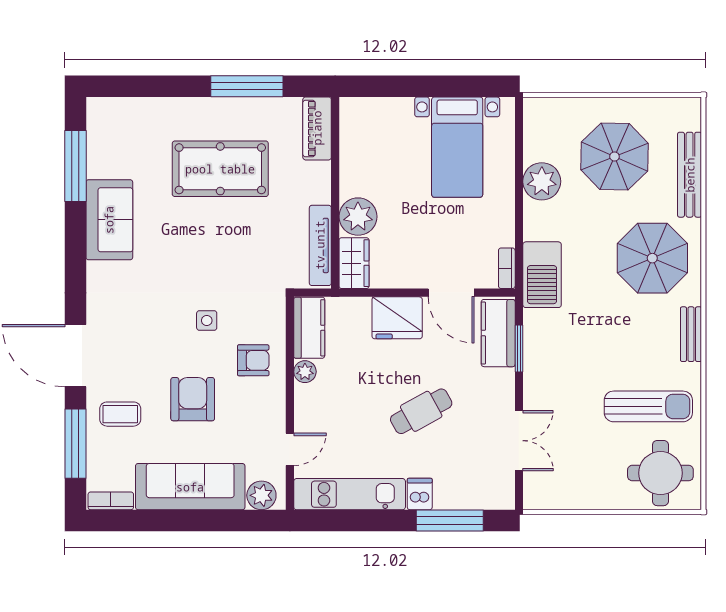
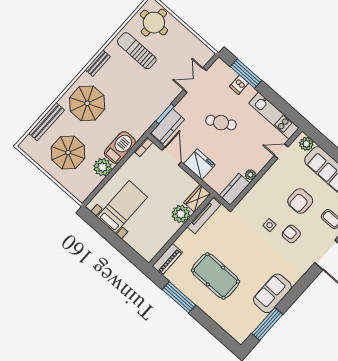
barbecue: (542, 275) -> (120, 147), moved
armchair: (253, 360) -> (291, 234), moved
dishwasher: (420, 494) -> (239, 85), moved

